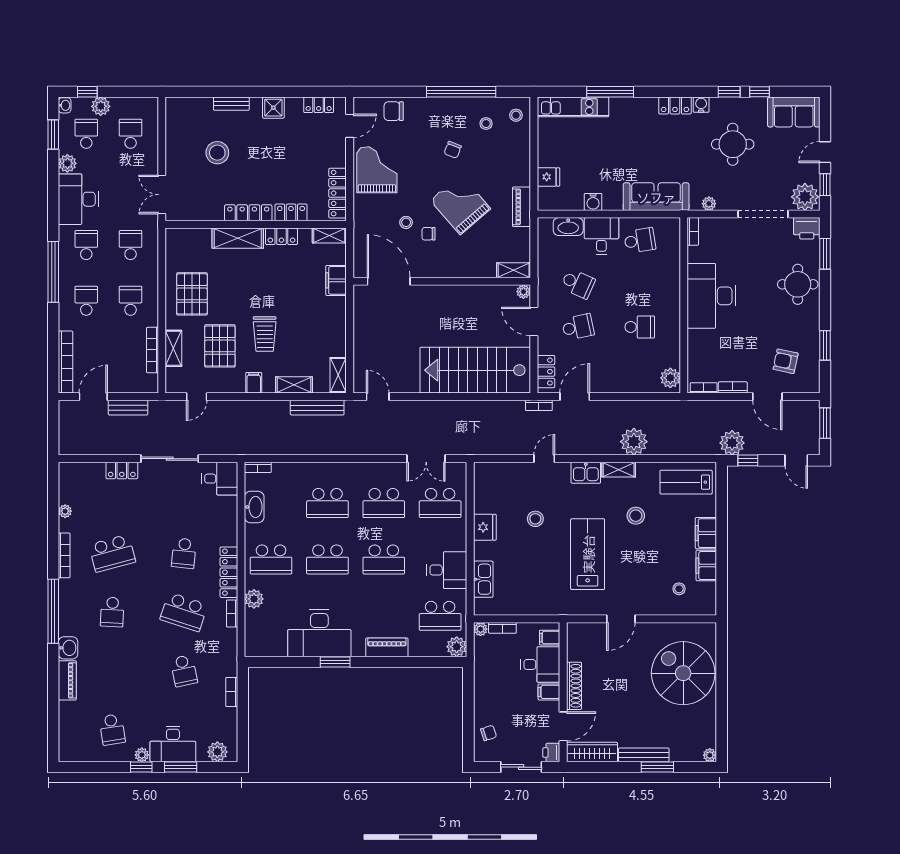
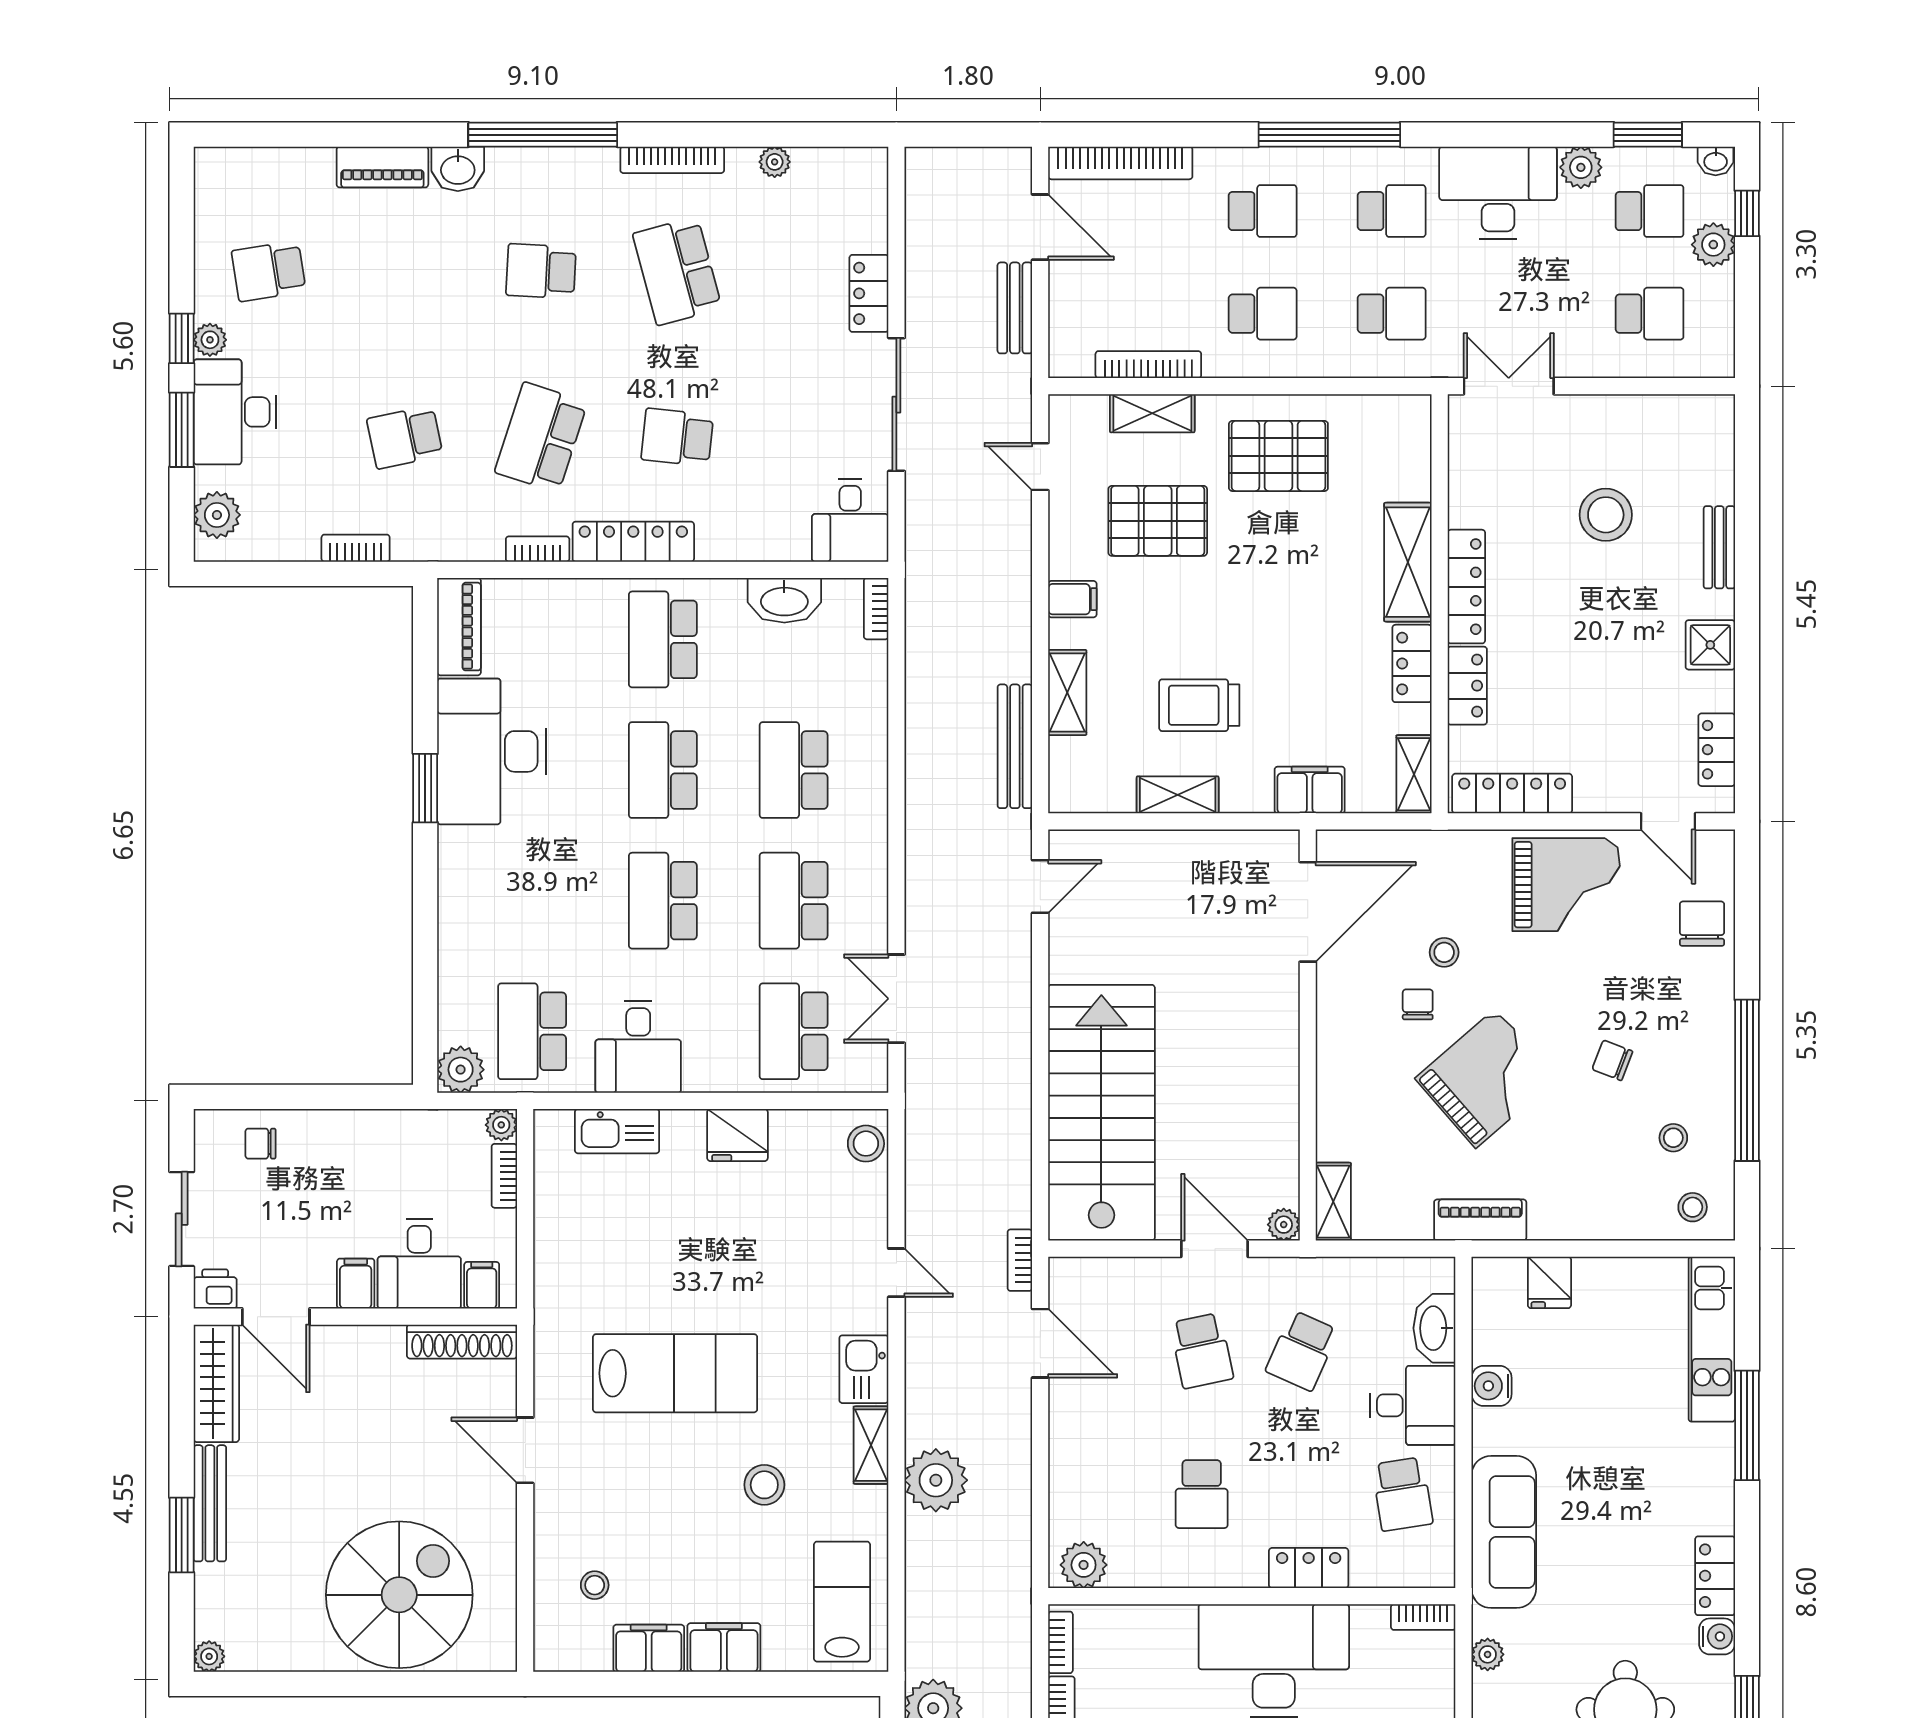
door: (534, 321) -> (1215, 1249), hinge flipped
trolley: (265, 334) -> (1199, 705), moved
locker: (546, 372) -> (1309, 1568), moved, turned 180
shelving: (338, 375) -> (1178, 795), moved
stool: (535, 519) -> (866, 1144), moved
plant: (254, 599) -> (571, 600), removed
piano: (387, 647) -> (459, 627), moved
shoe rack: (574, 686) -> (462, 1342), moved
chair: (489, 733) -> (260, 1144), turned 108

